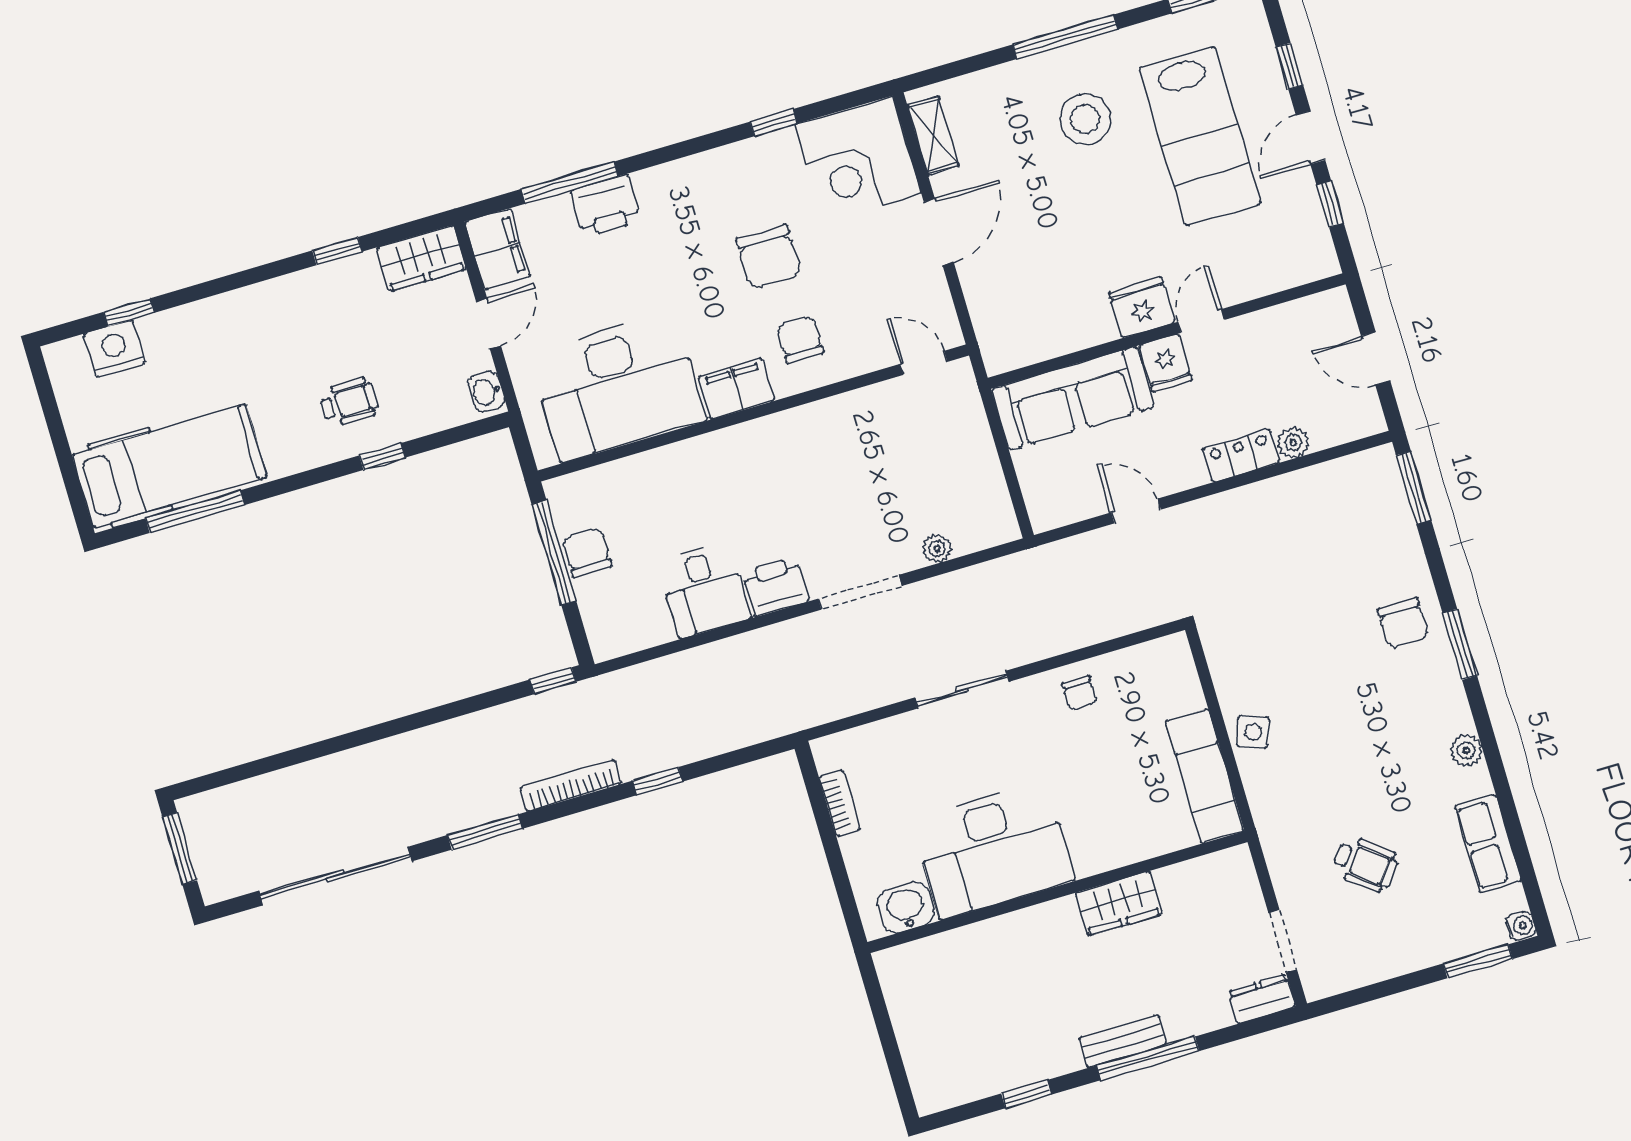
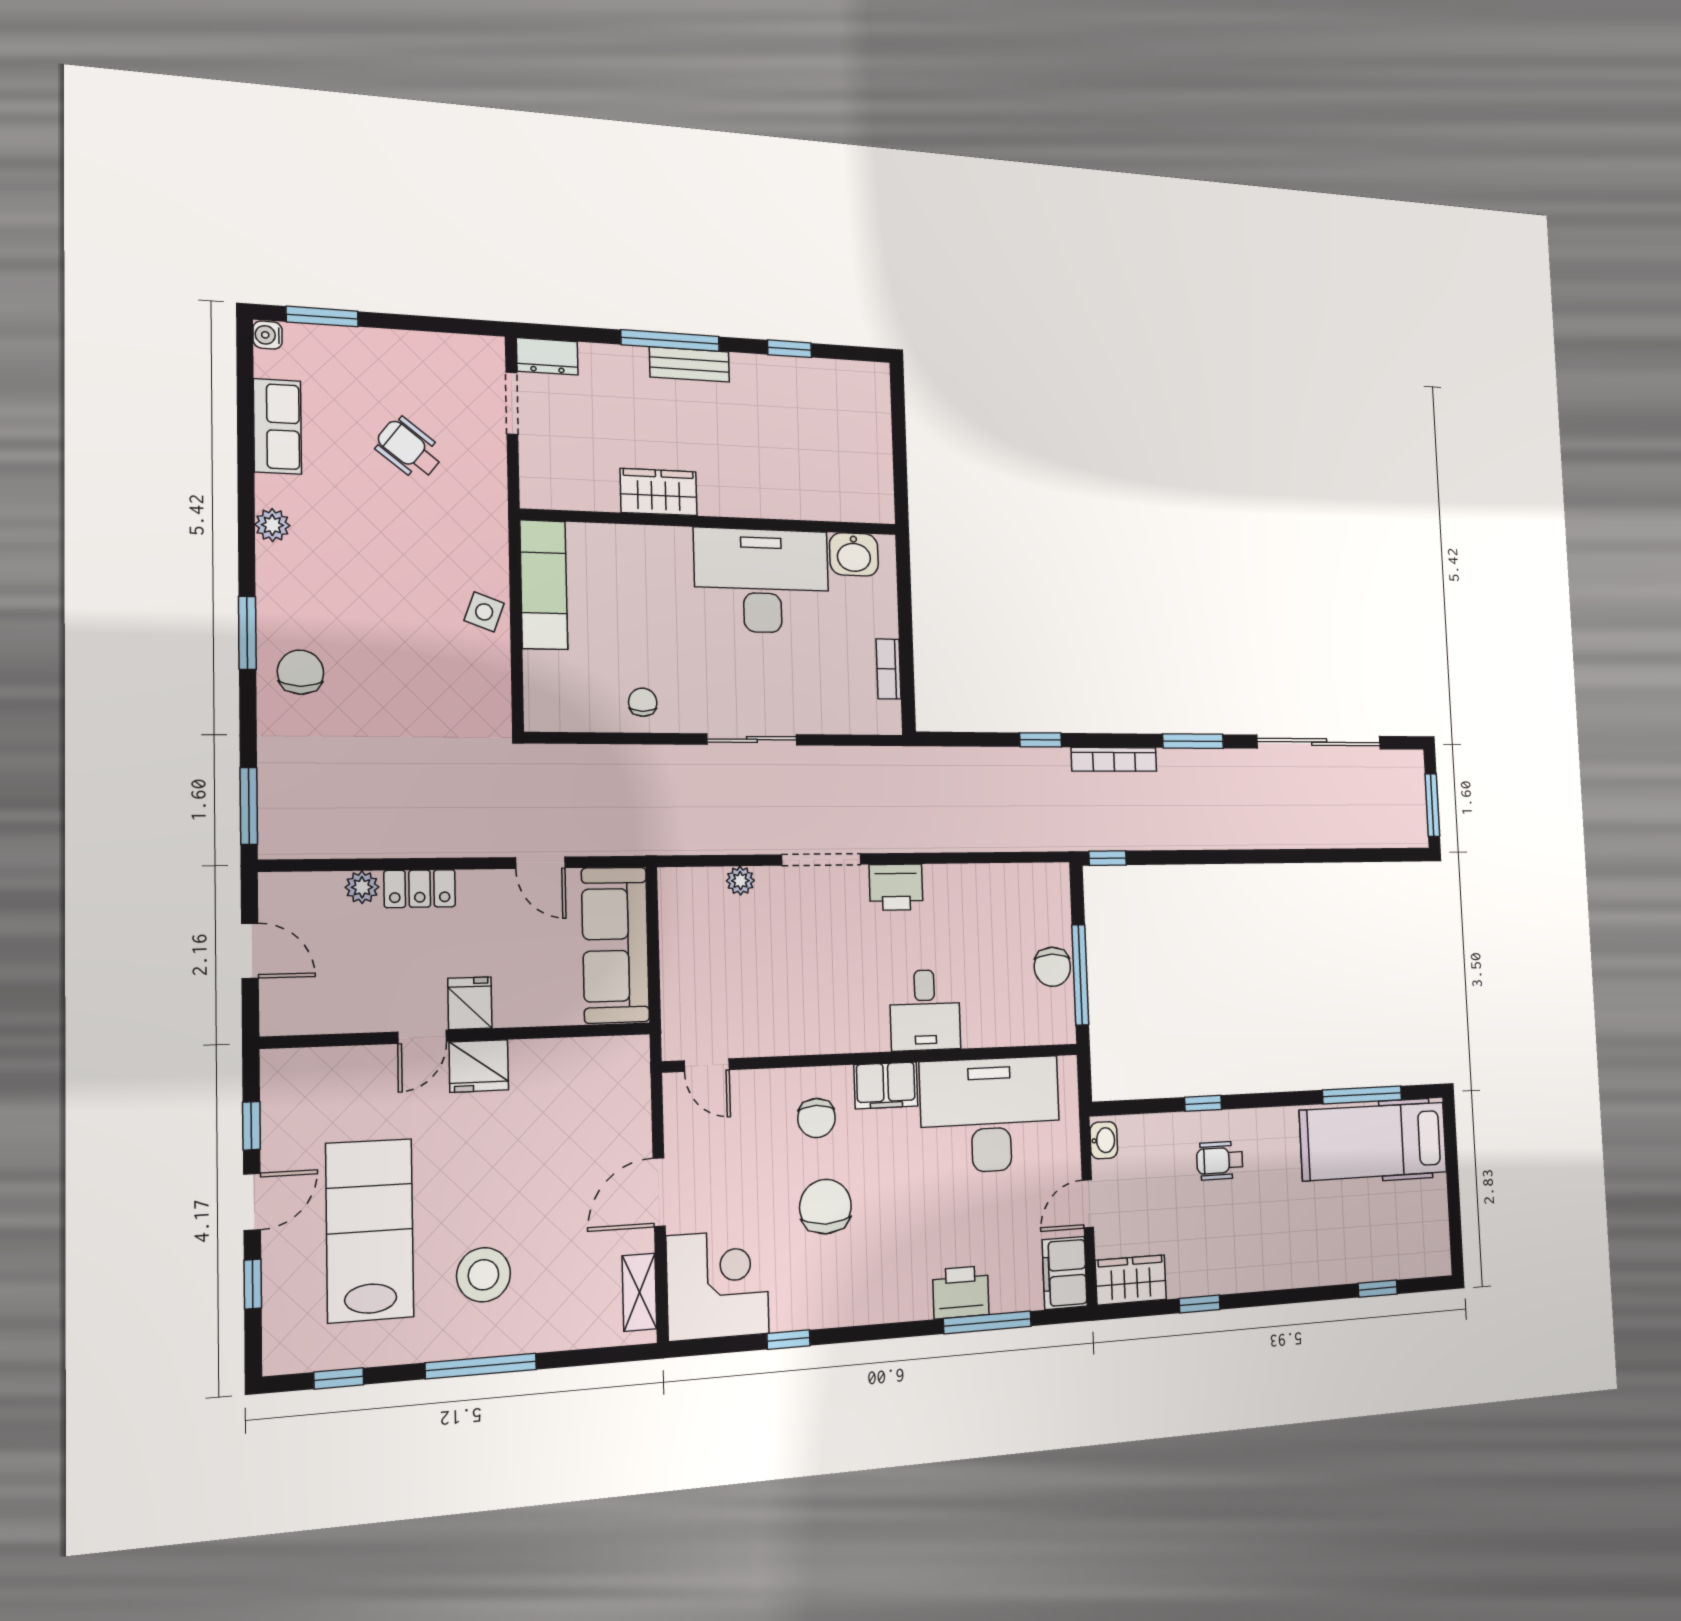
nightstand: (115, 349) -> (1395, 1258), removed
sofa: (1073, 398) -> (615, 945), moved, turned -90
desk: (704, 590) -> (925, 1010), moved, turned 180

